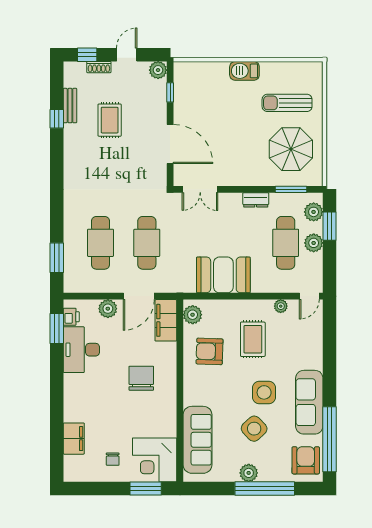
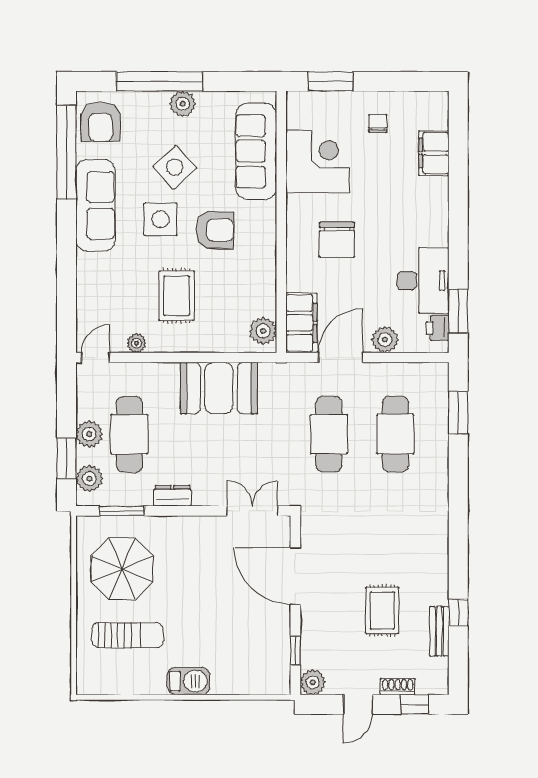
armchair: (209, 351) -> (215, 230), moved
corner desk: (155, 460) -> (318, 162), moved

